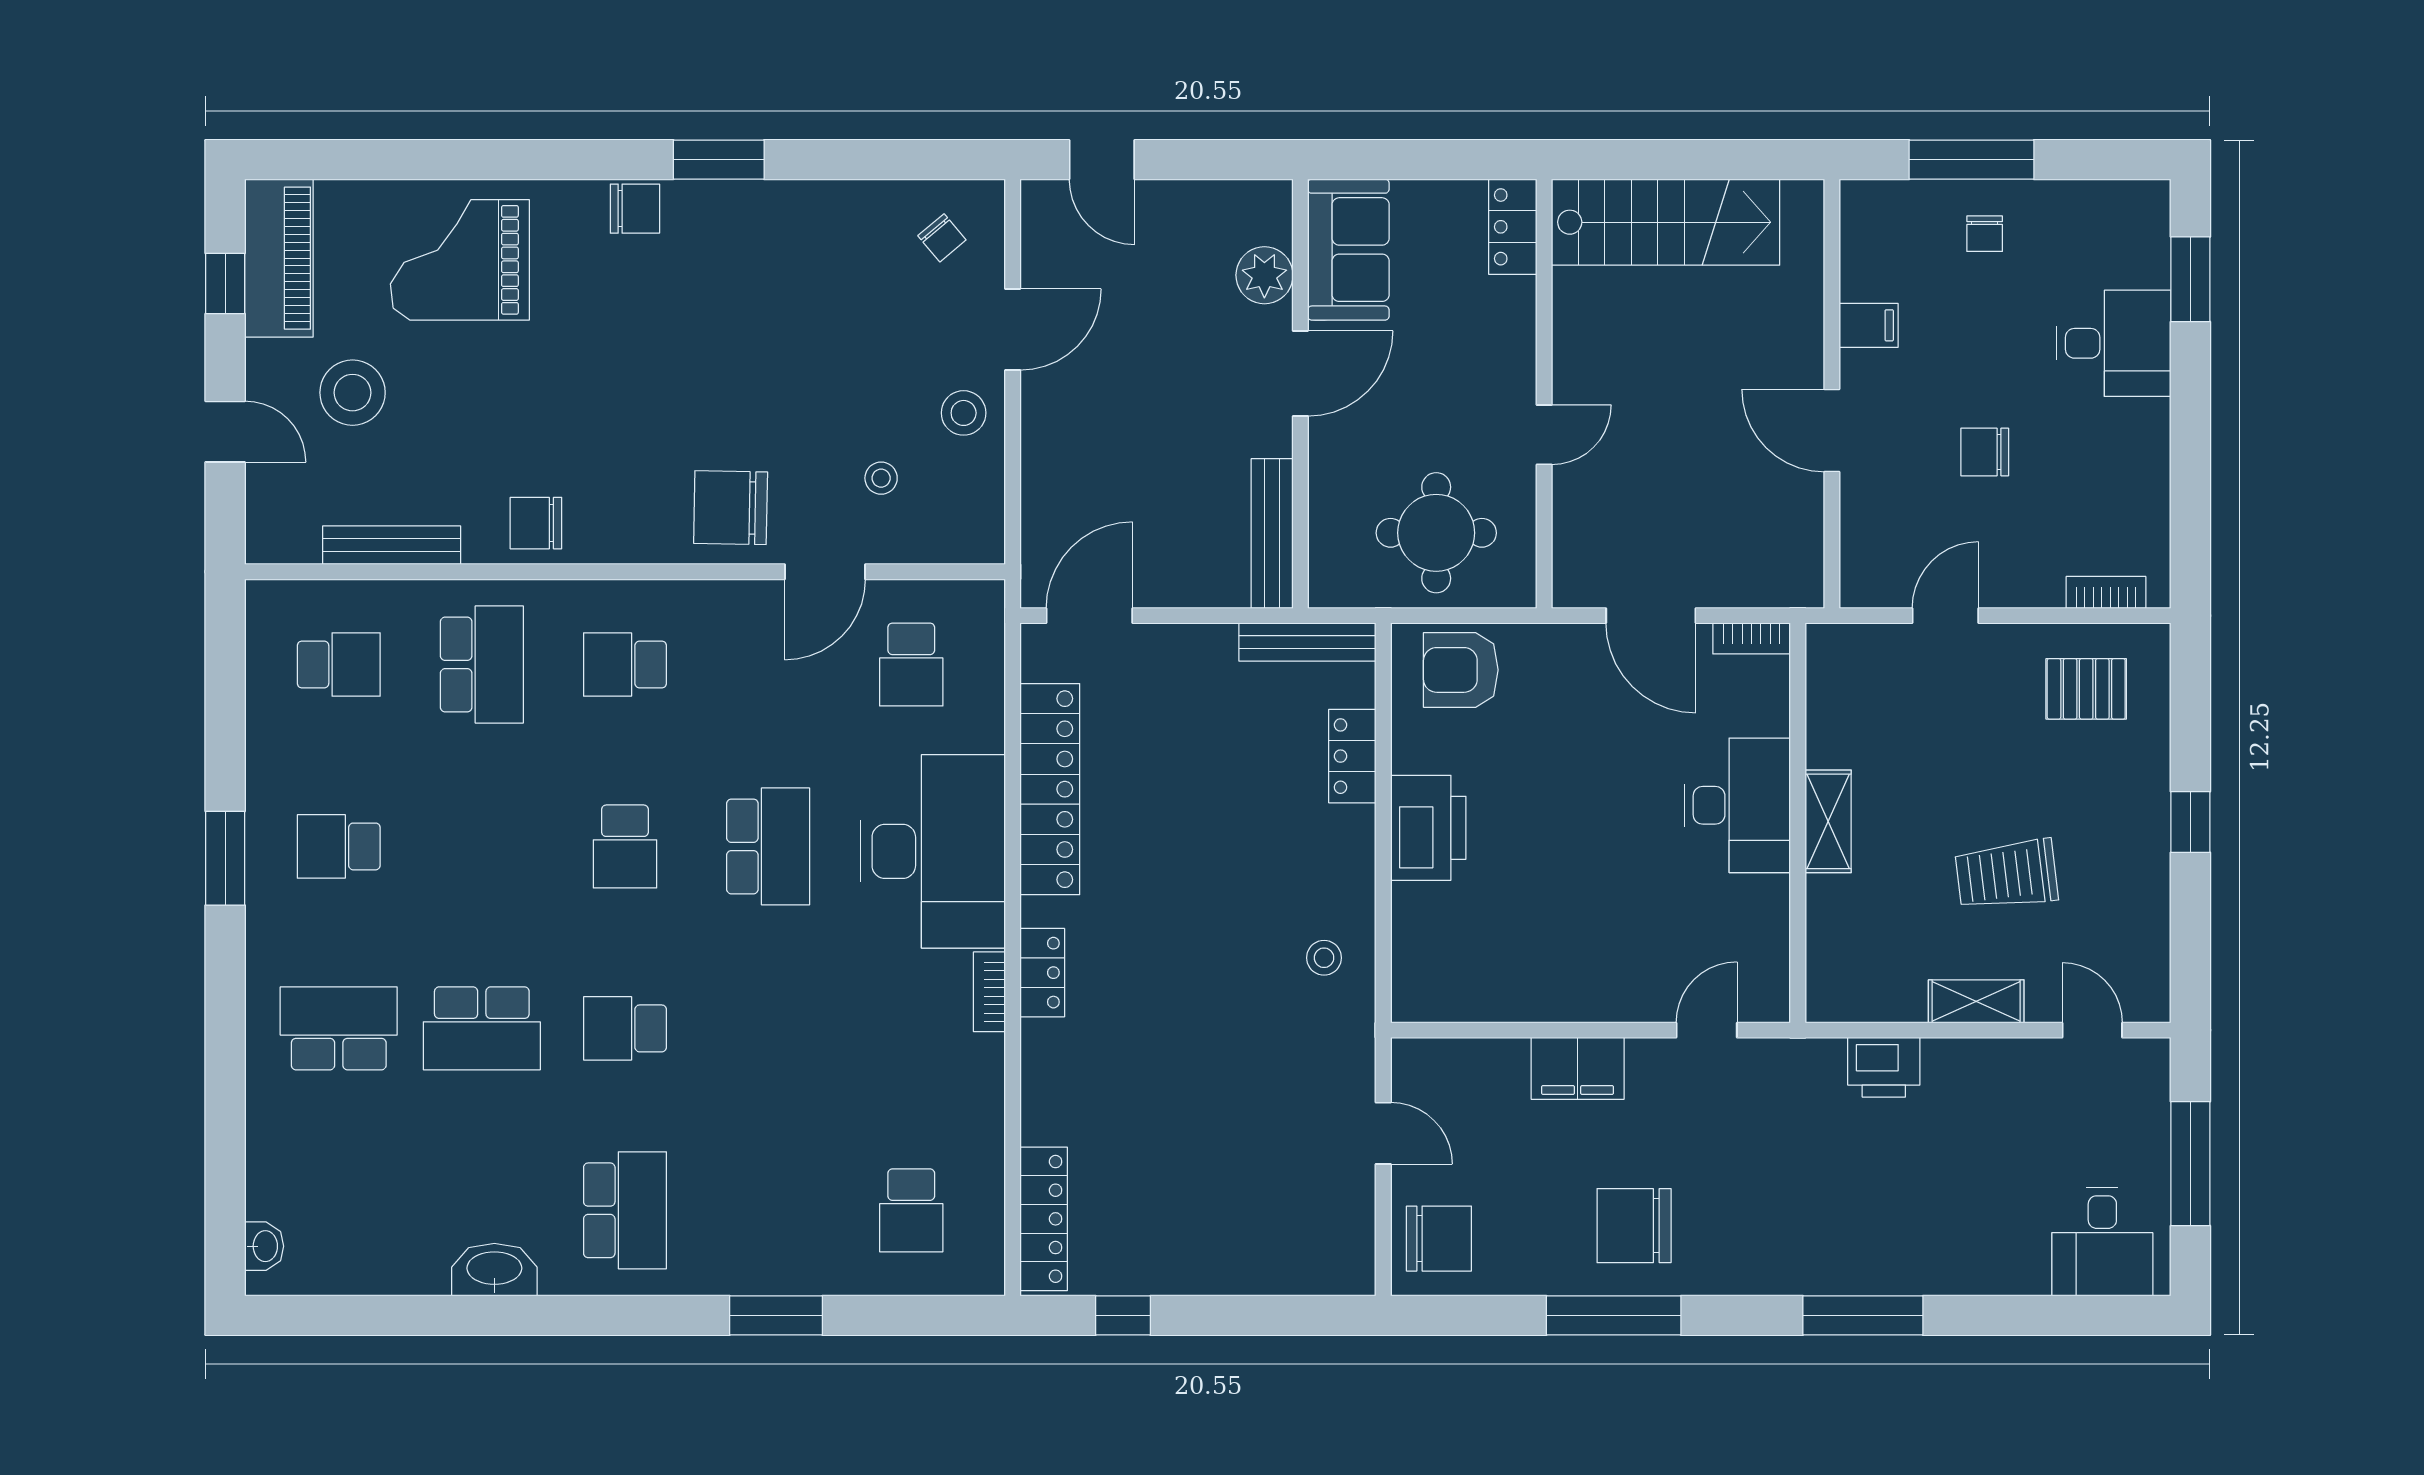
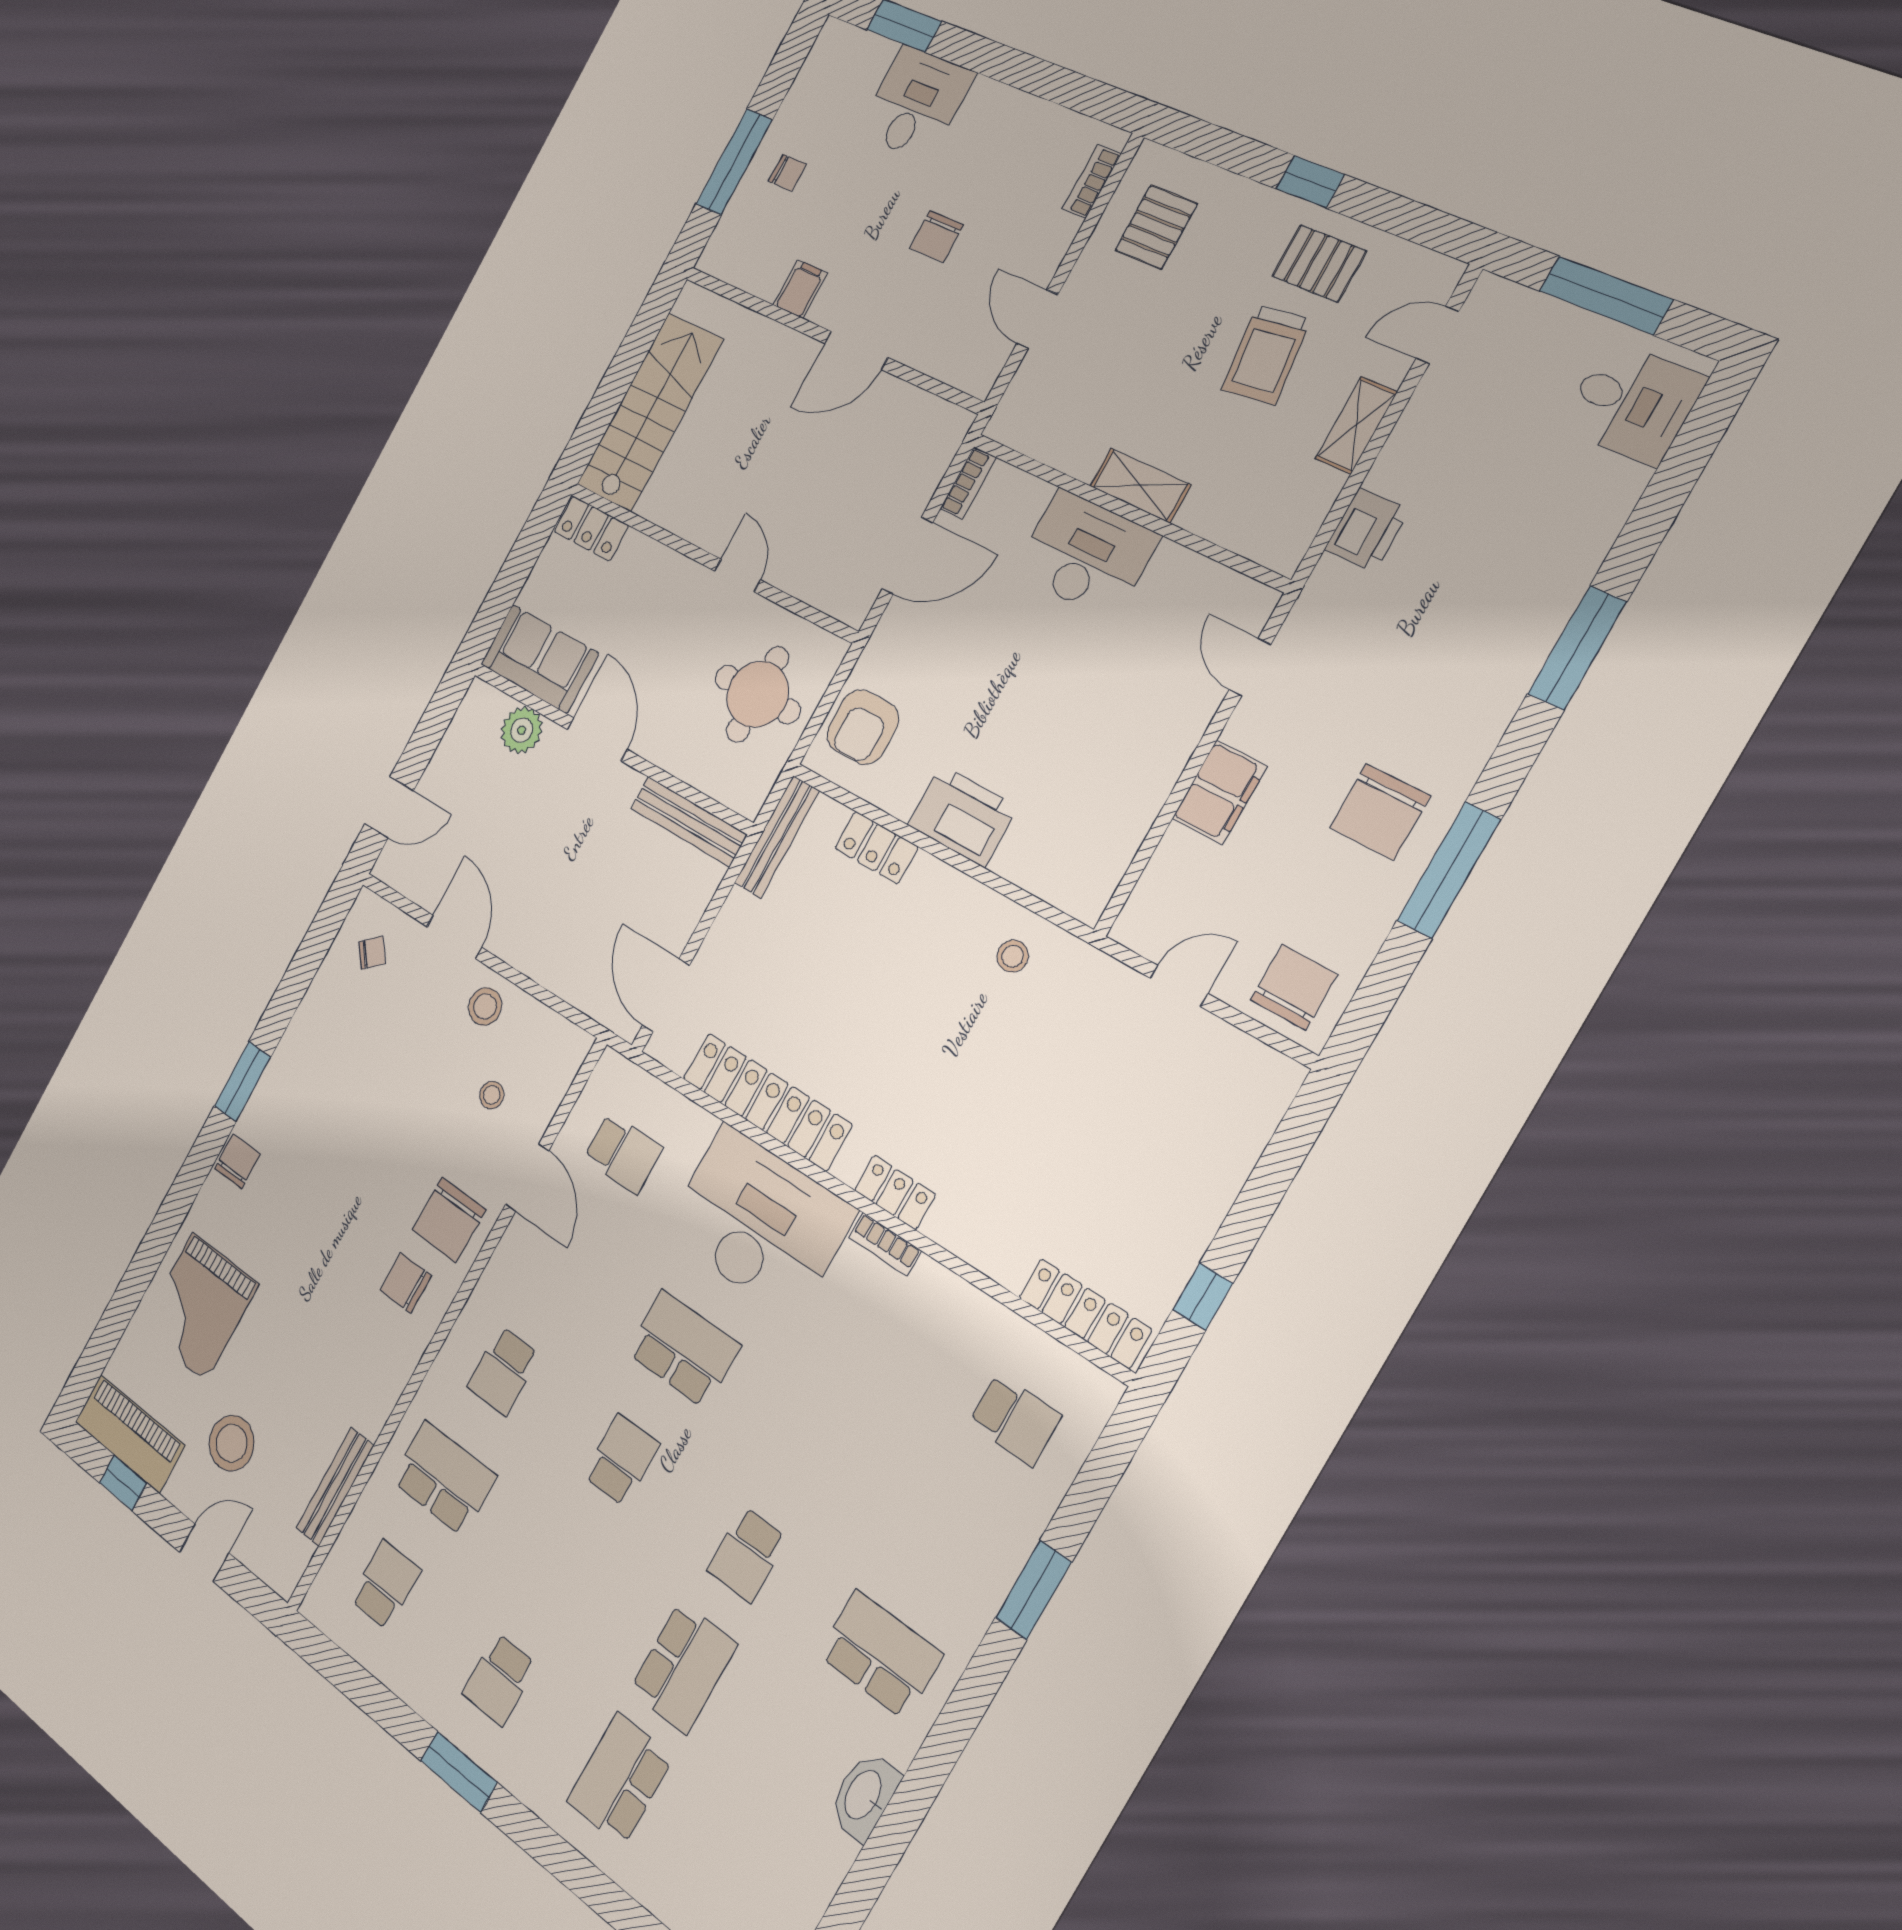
chair: (536, 523) -> (405, 1283), moved, turned 90
school desk: (625, 846) -> (621, 1460), turned -90
pallet: (2115, 877) -> (1319, 264), added

